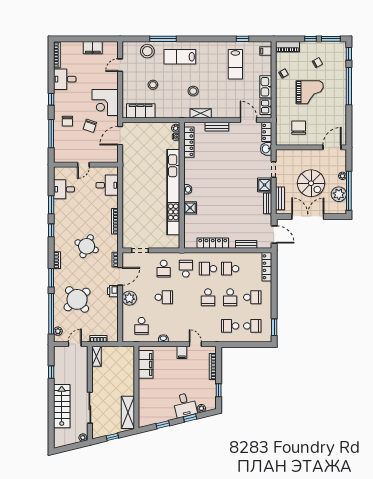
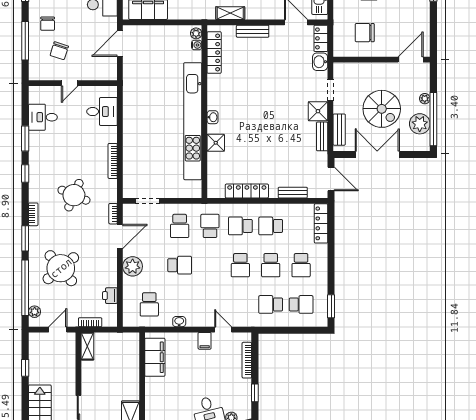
chair: (90, 126) -> (59, 51), moved
chair: (299, 128) -> (365, 33), turned -90
printer: (113, 291) -> (110, 296), moved
school desk: (252, 297) -> (301, 265), turned 90

